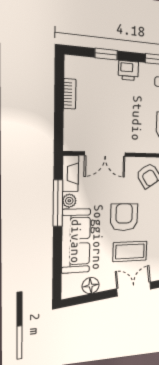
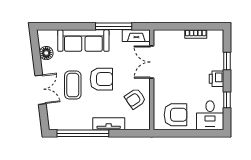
plant: (69, 201) -> (115, 35), removed

